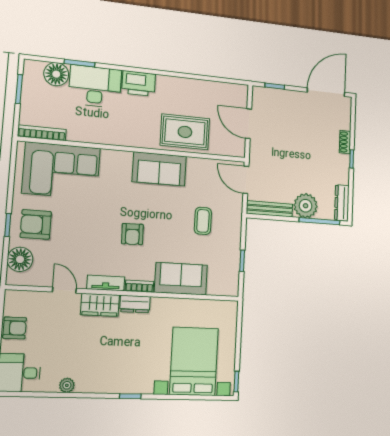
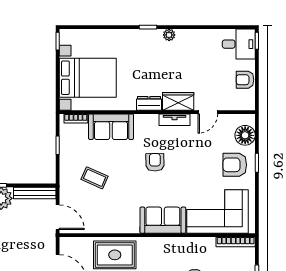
sofa: (159, 169) -> (163, 220), moved
coffee table: (203, 221) -> (95, 178), turned -66
armchair: (36, 224) -> (235, 165), turned 180
bookcase: (139, 286) -> (76, 119), moved
door: (64, 290) -> (208, 112), hinge flipped
bed with nightstands: (194, 361) -> (88, 78), moved, turned -90
plant: (67, 385) -> (169, 35), moved

